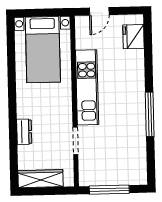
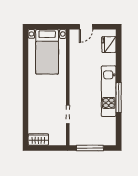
kitchen unit: (87, 87) -> (109, 91), moved, turned 180
dresser: (24, 132) -> (33, 107), removed
wardrobe: (41, 179) -> (38, 139), width x0.67

